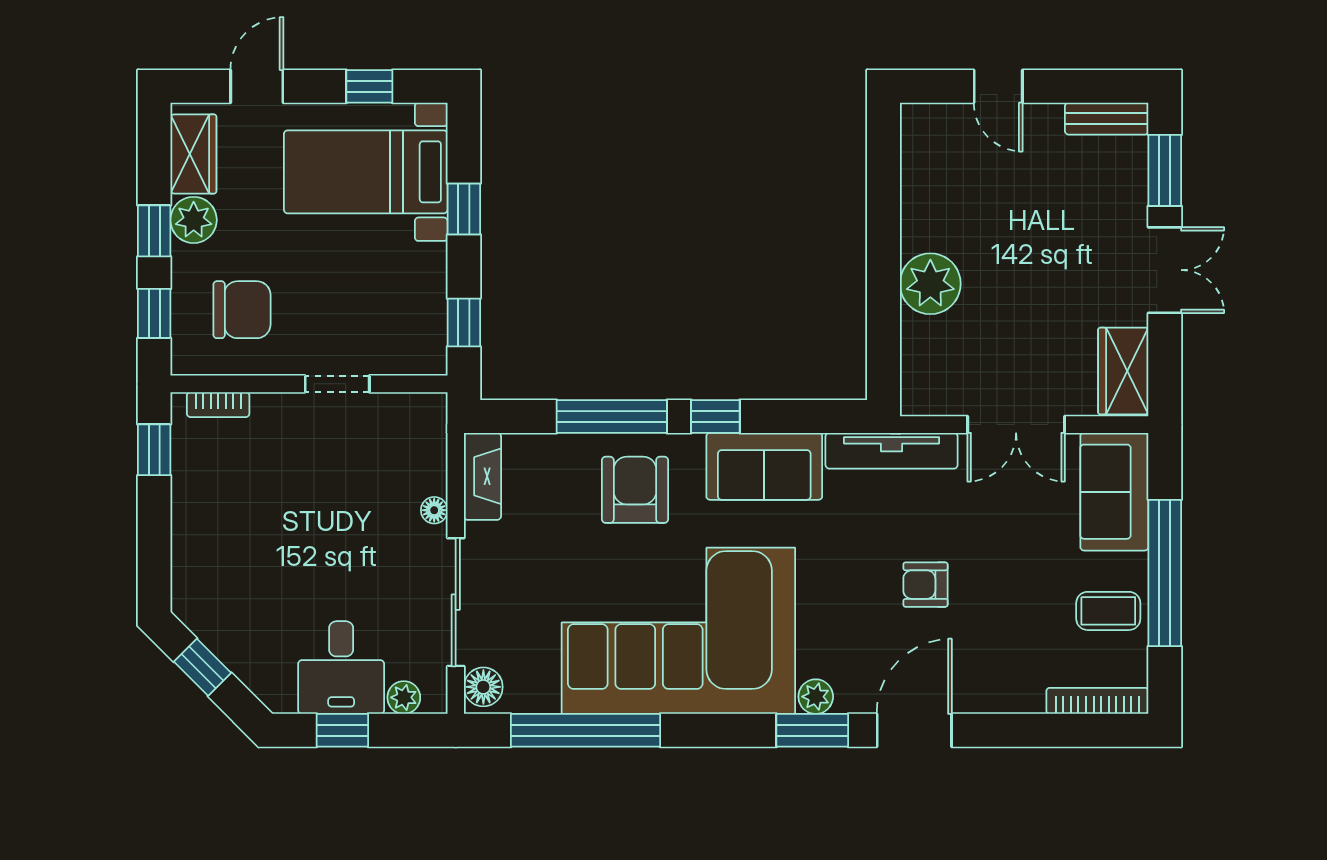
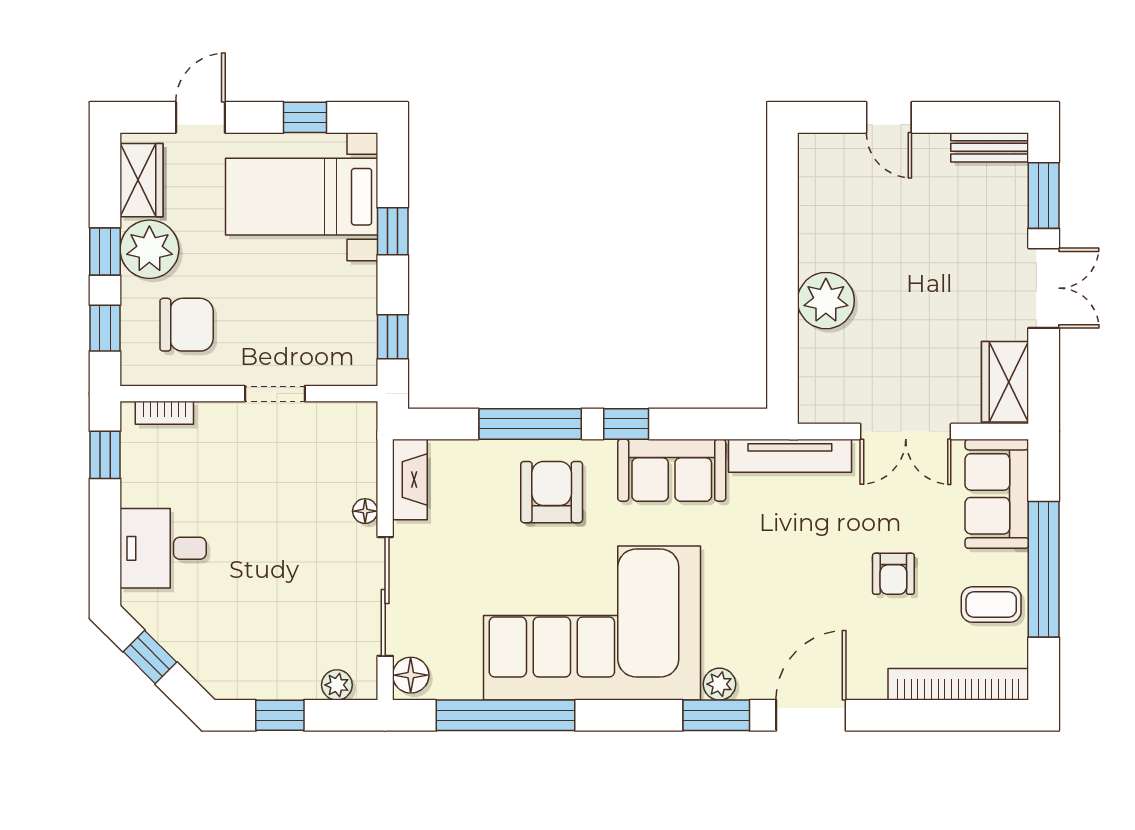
plant: (194, 220) -> (149, 249), width x1.36, depth x1.36
armchair: (925, 585) -> (893, 574), moved, turned -90
desk: (341, 668) -> (163, 548), moved, turned 90
bookcase: (1097, 701) -> (958, 684), width x1.48, depth x1.31

